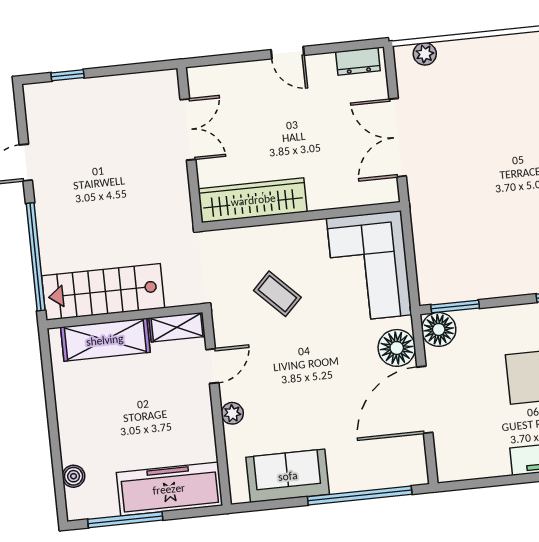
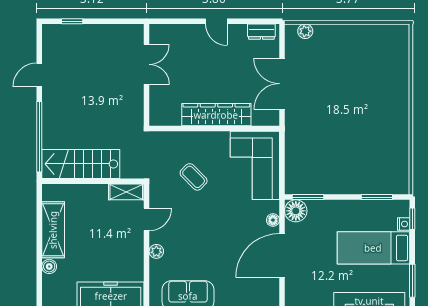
wardrobe: (253, 200) -> (216, 115), moved
shelving: (105, 340) -> (53, 230), moved, turned 90
floor lamp: (397, 348) -> (273, 220), width x0.53, depth x0.53
boiler: (74, 476) -> (49, 266), moved

